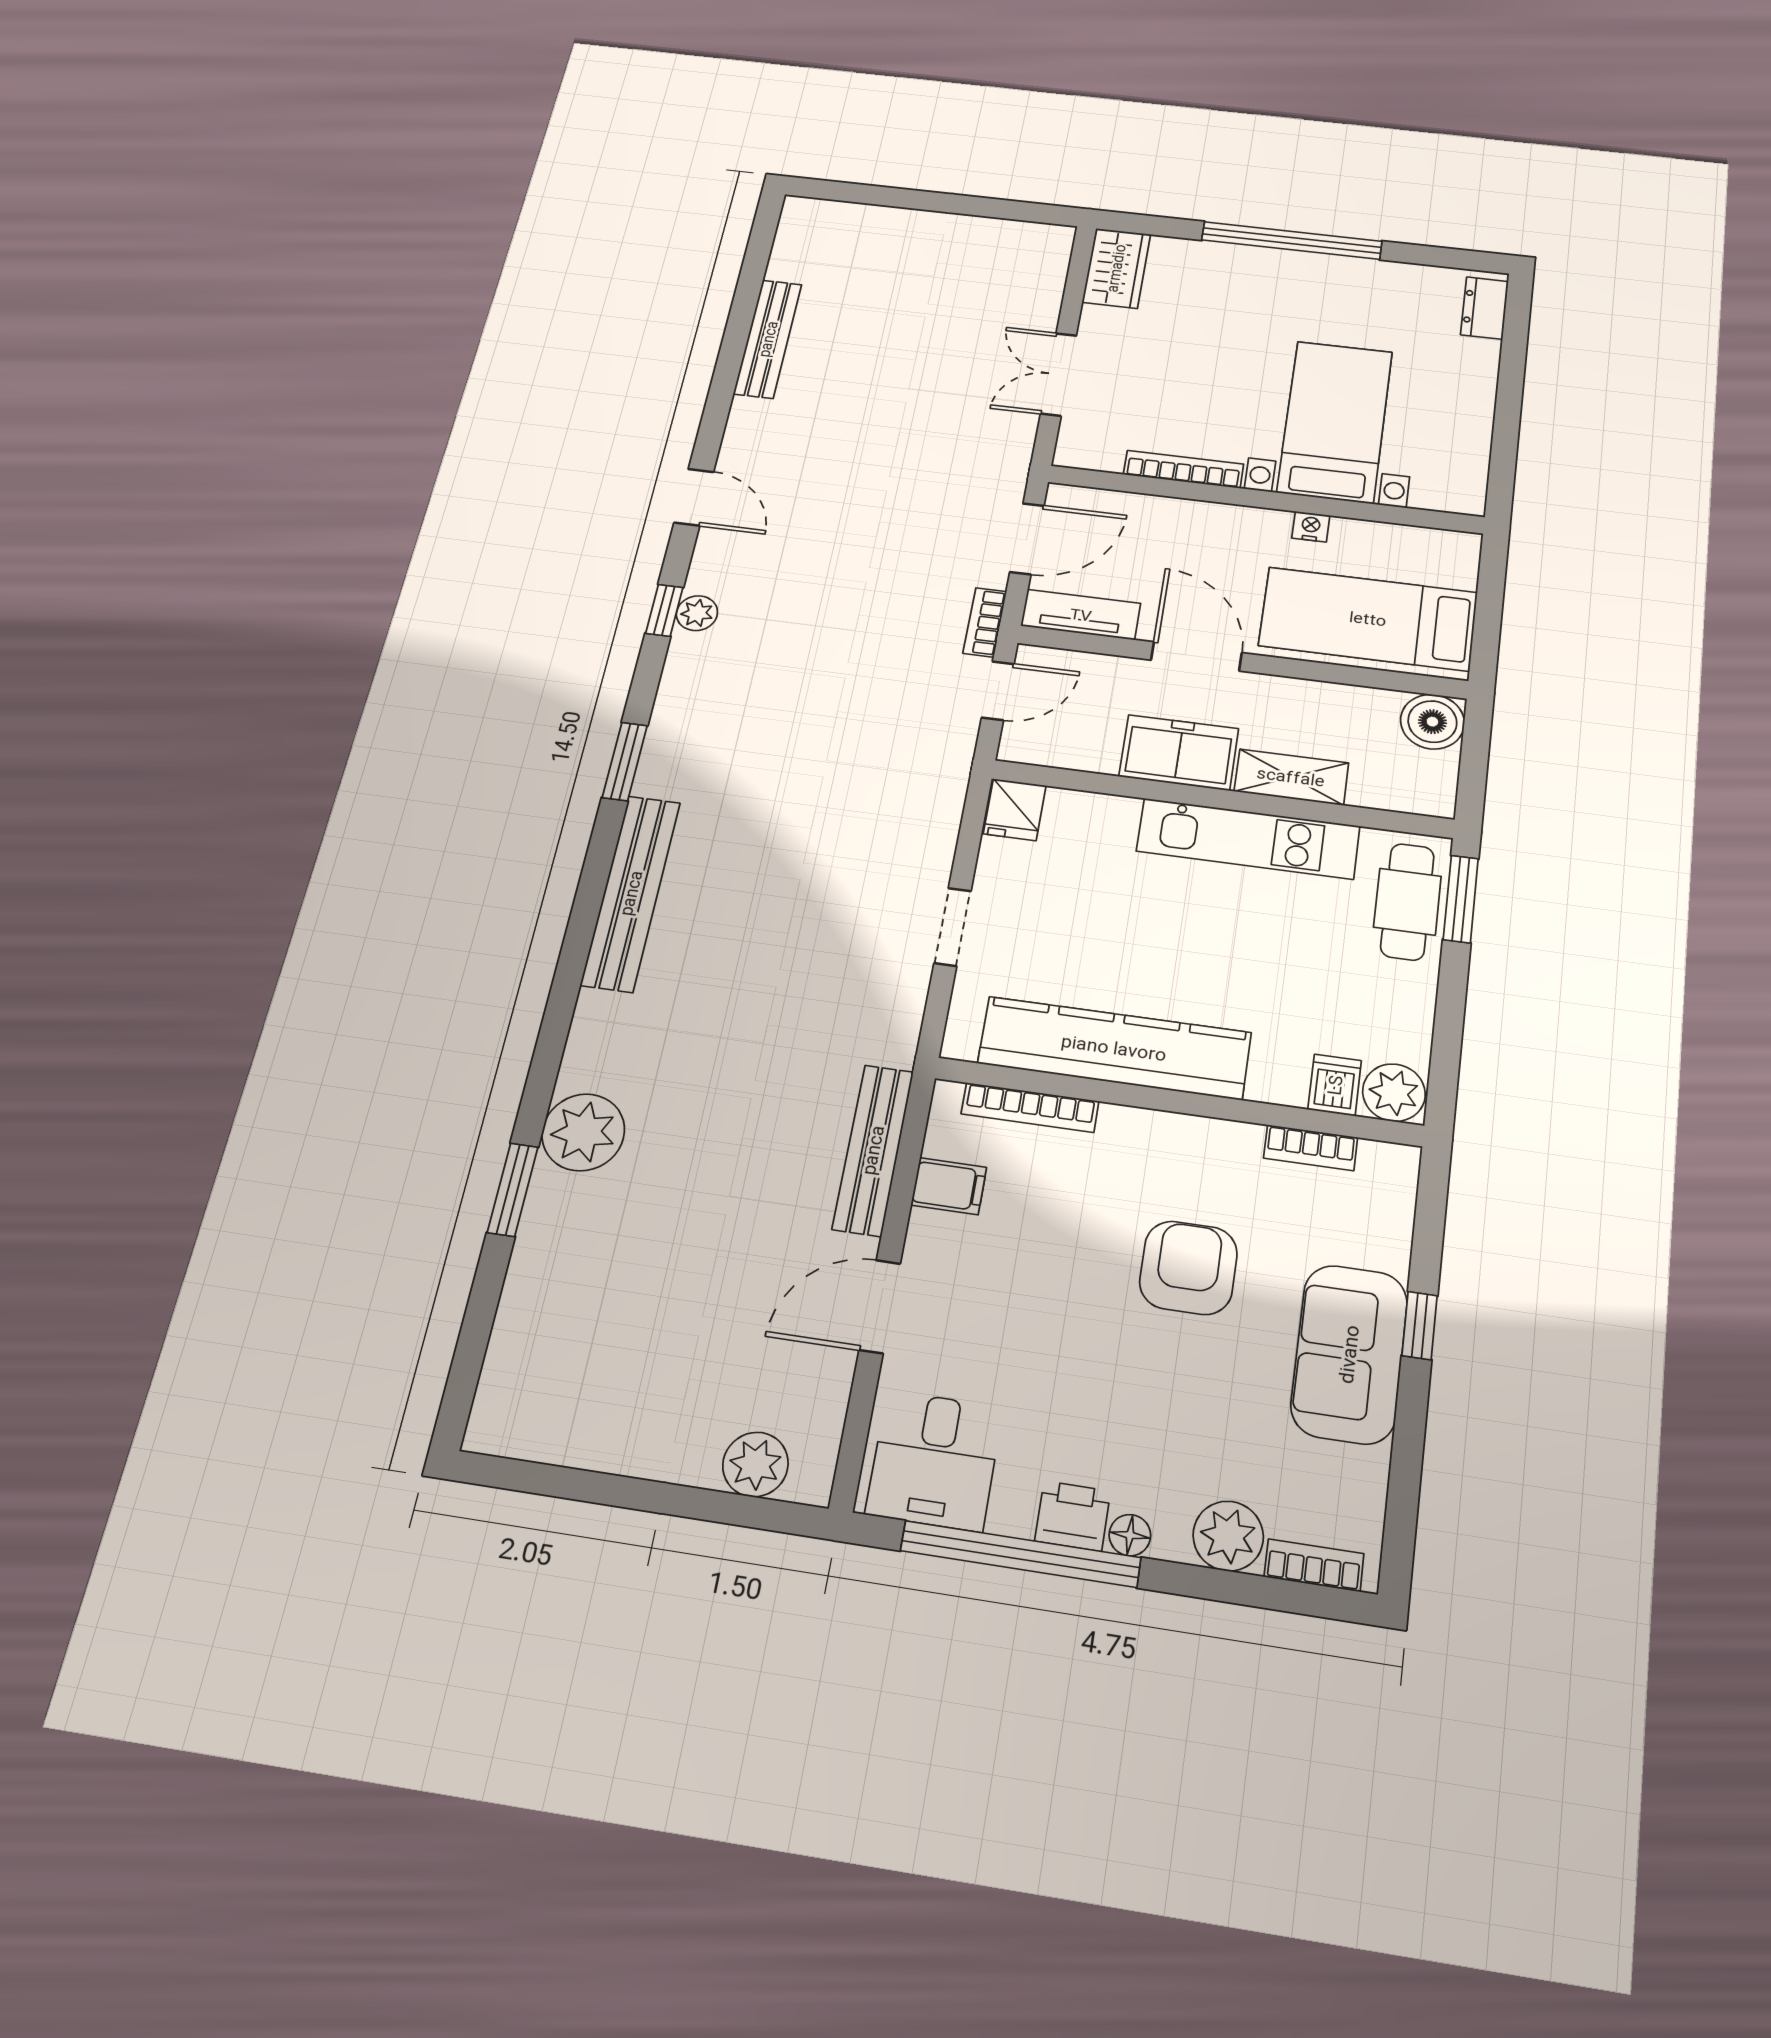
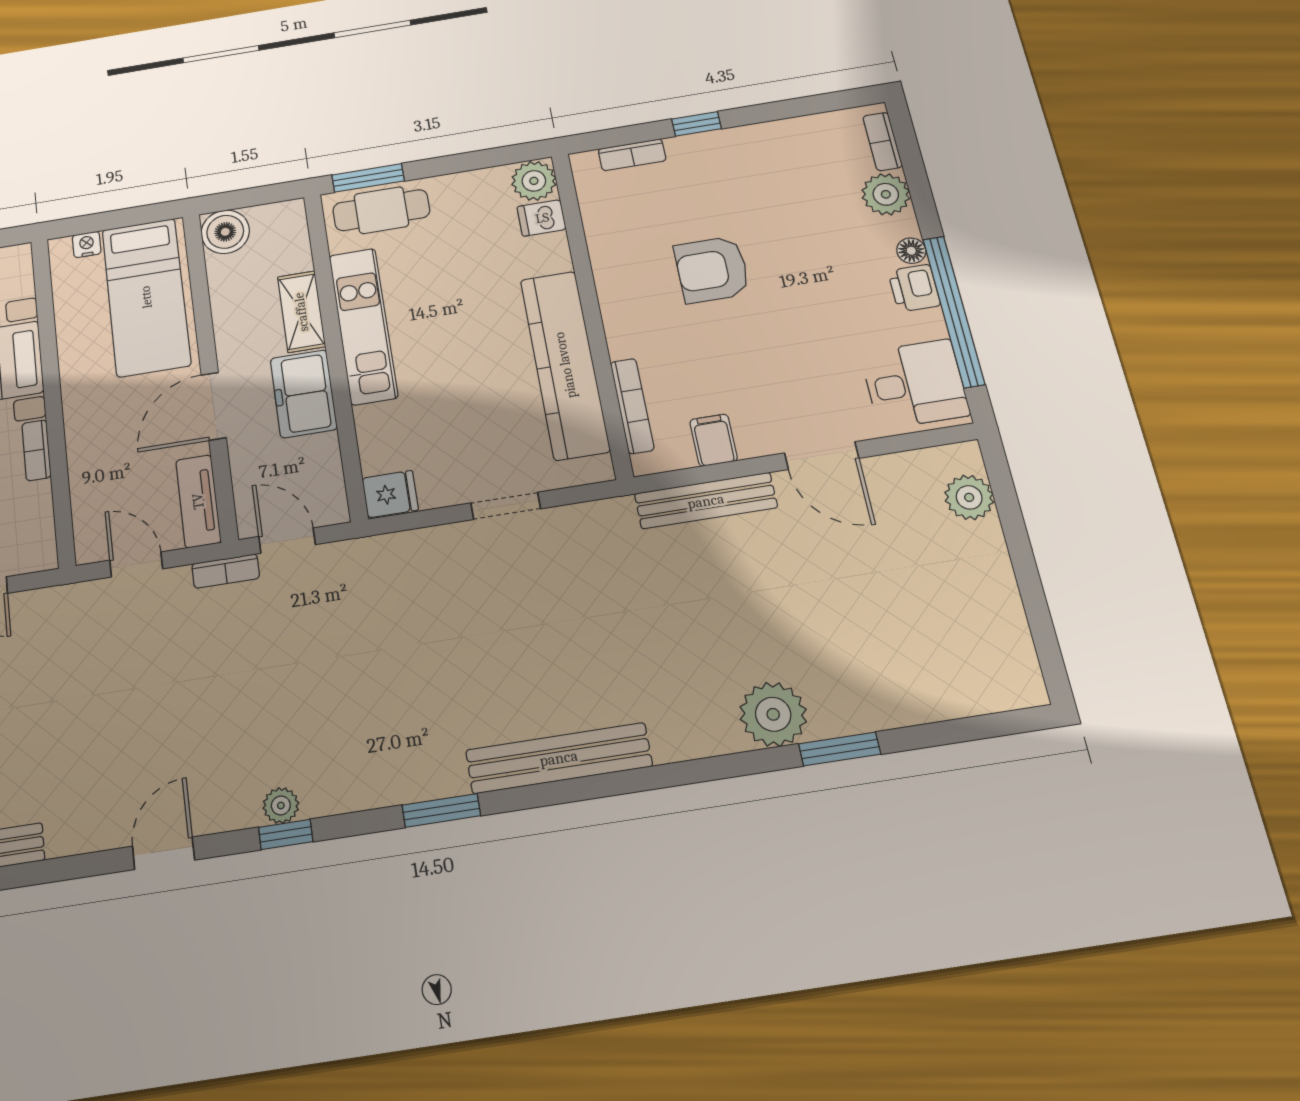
bookcase: (1183, 469) -> (36, 450), width x0.64
nightstand: (1311, 527) -> (87, 244), moved, turned 90
door: (1027, 539) -> (136, 565), width x0.73
bookcase: (1311, 1148) -> (632, 155), moved, turned 90
sofa: (1349, 1354) -> (733, 159), removed

